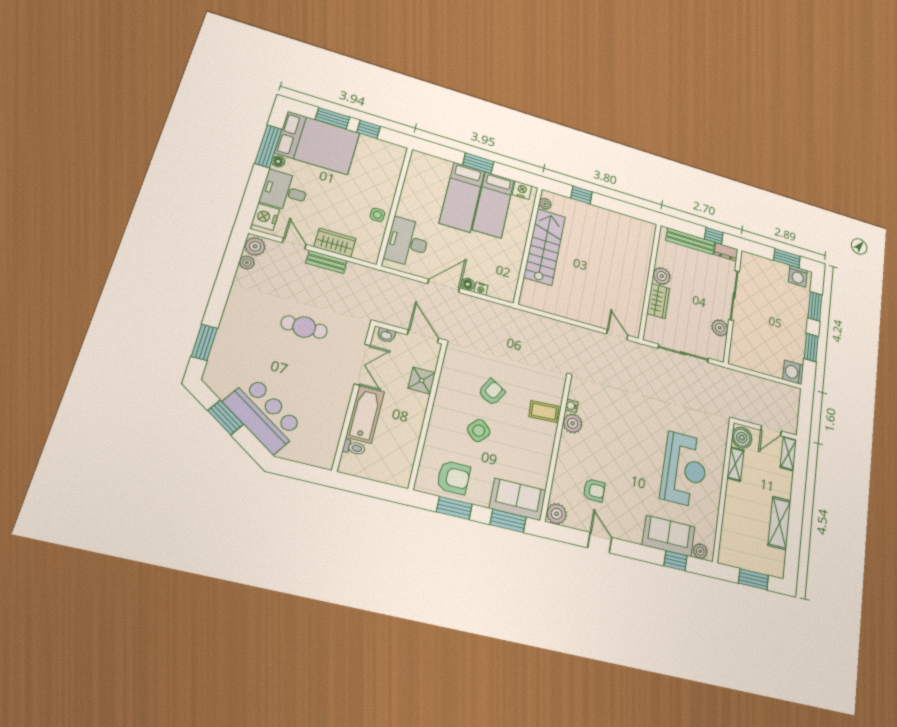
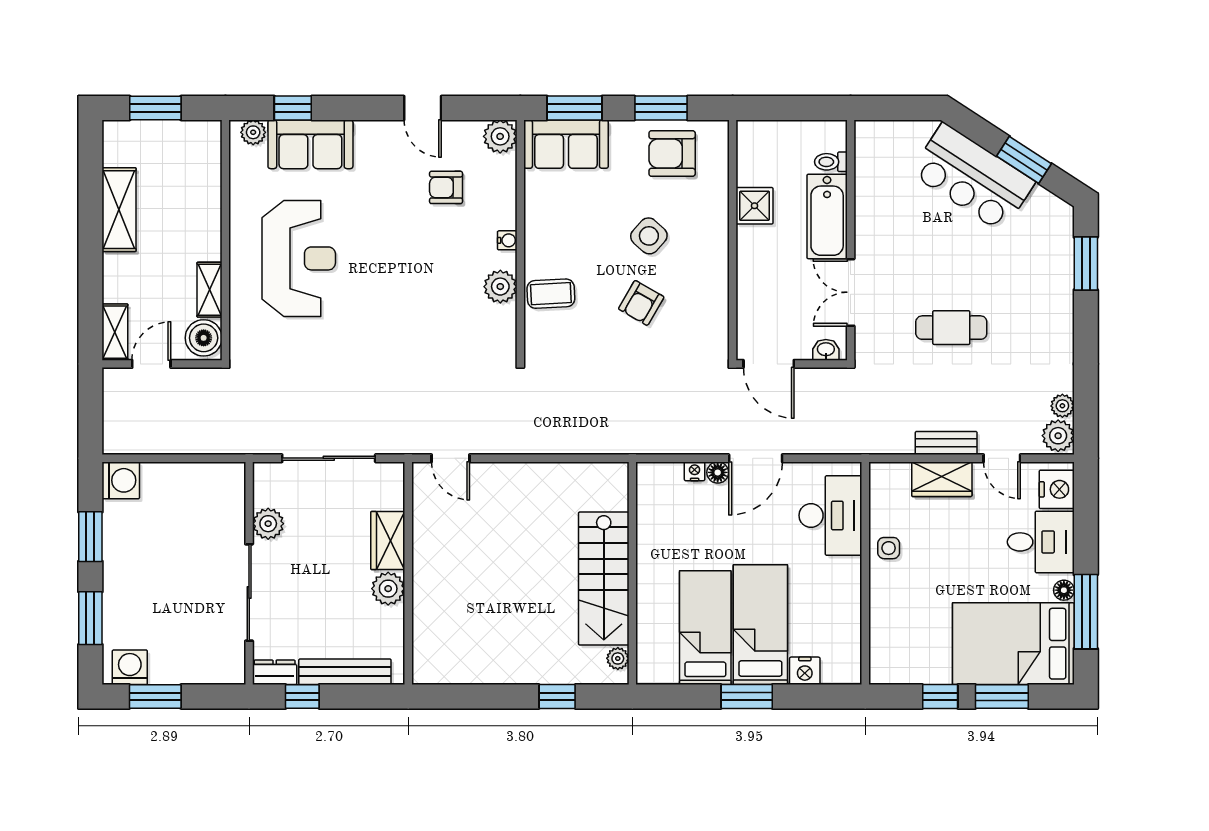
nightstand: (522, 190) -> (805, 671), moved
shower: (422, 381) -> (755, 206), moved
water cooler: (572, 406) -> (507, 240), moved
reception desk: (684, 469) -> (299, 258), turned 180

